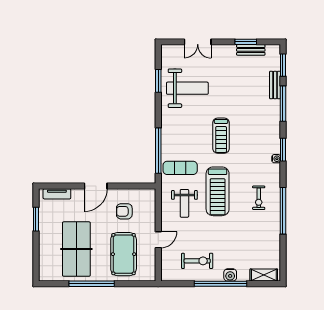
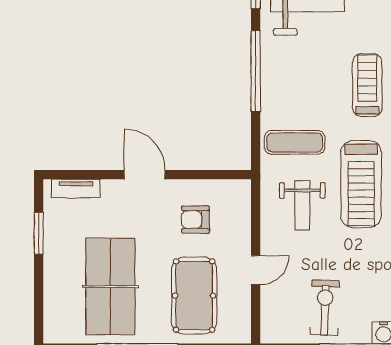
treadmill: (221, 136) -> (367, 85), turned 180
window: (158, 151) -> (256, 71), moved
door: (96, 186) -> (145, 175), swing flipped
exercise bike: (197, 261) -> (325, 308), turned -88

